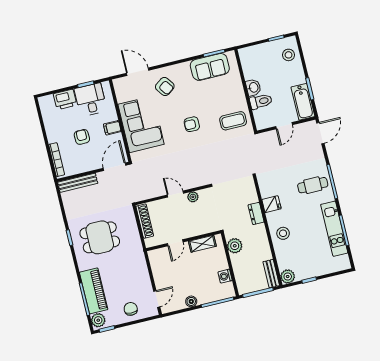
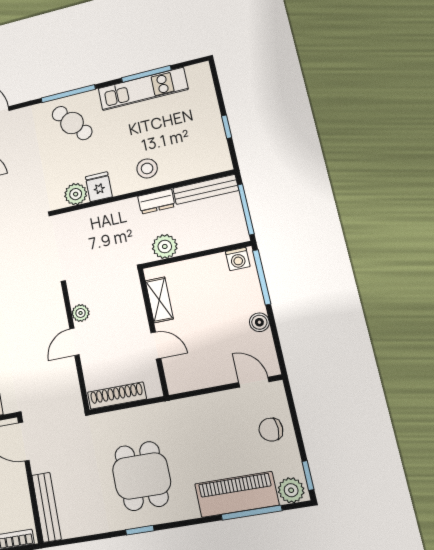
cafe table: (313, 185) -> (72, 123), turned -39
dresser: (256, 213) -> (156, 201), moved
bench: (271, 274) -> (206, 189), width x1.36
washing machine: (225, 276) -> (238, 259), moved
plant: (288, 277) -> (76, 194), moved

